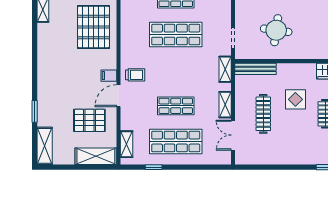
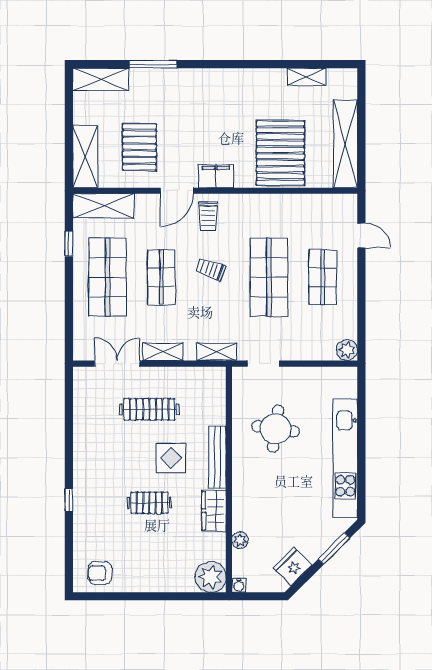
pallet: (94, 27) -> (280, 153), turned 90
bench: (255, 69) -> (217, 457), moved
trolley: (171, 73) -> (211, 269), added
filing cabinet: (109, 76) -> (216, 176), width x2.00
door: (119, 96) -> (177, 191), swing flipped
window: (35, 111) -> (153, 64), width x1.44
shelving: (127, 144) -> (104, 206), width x1.50, depth x1.33

